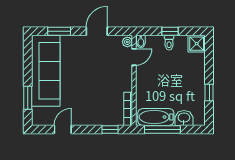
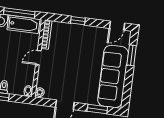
door: (134, 57) -> (38, 58), moved
door: (63, 129) -> (117, 26), moved
window: (110, 129) -> (78, 21), moved

